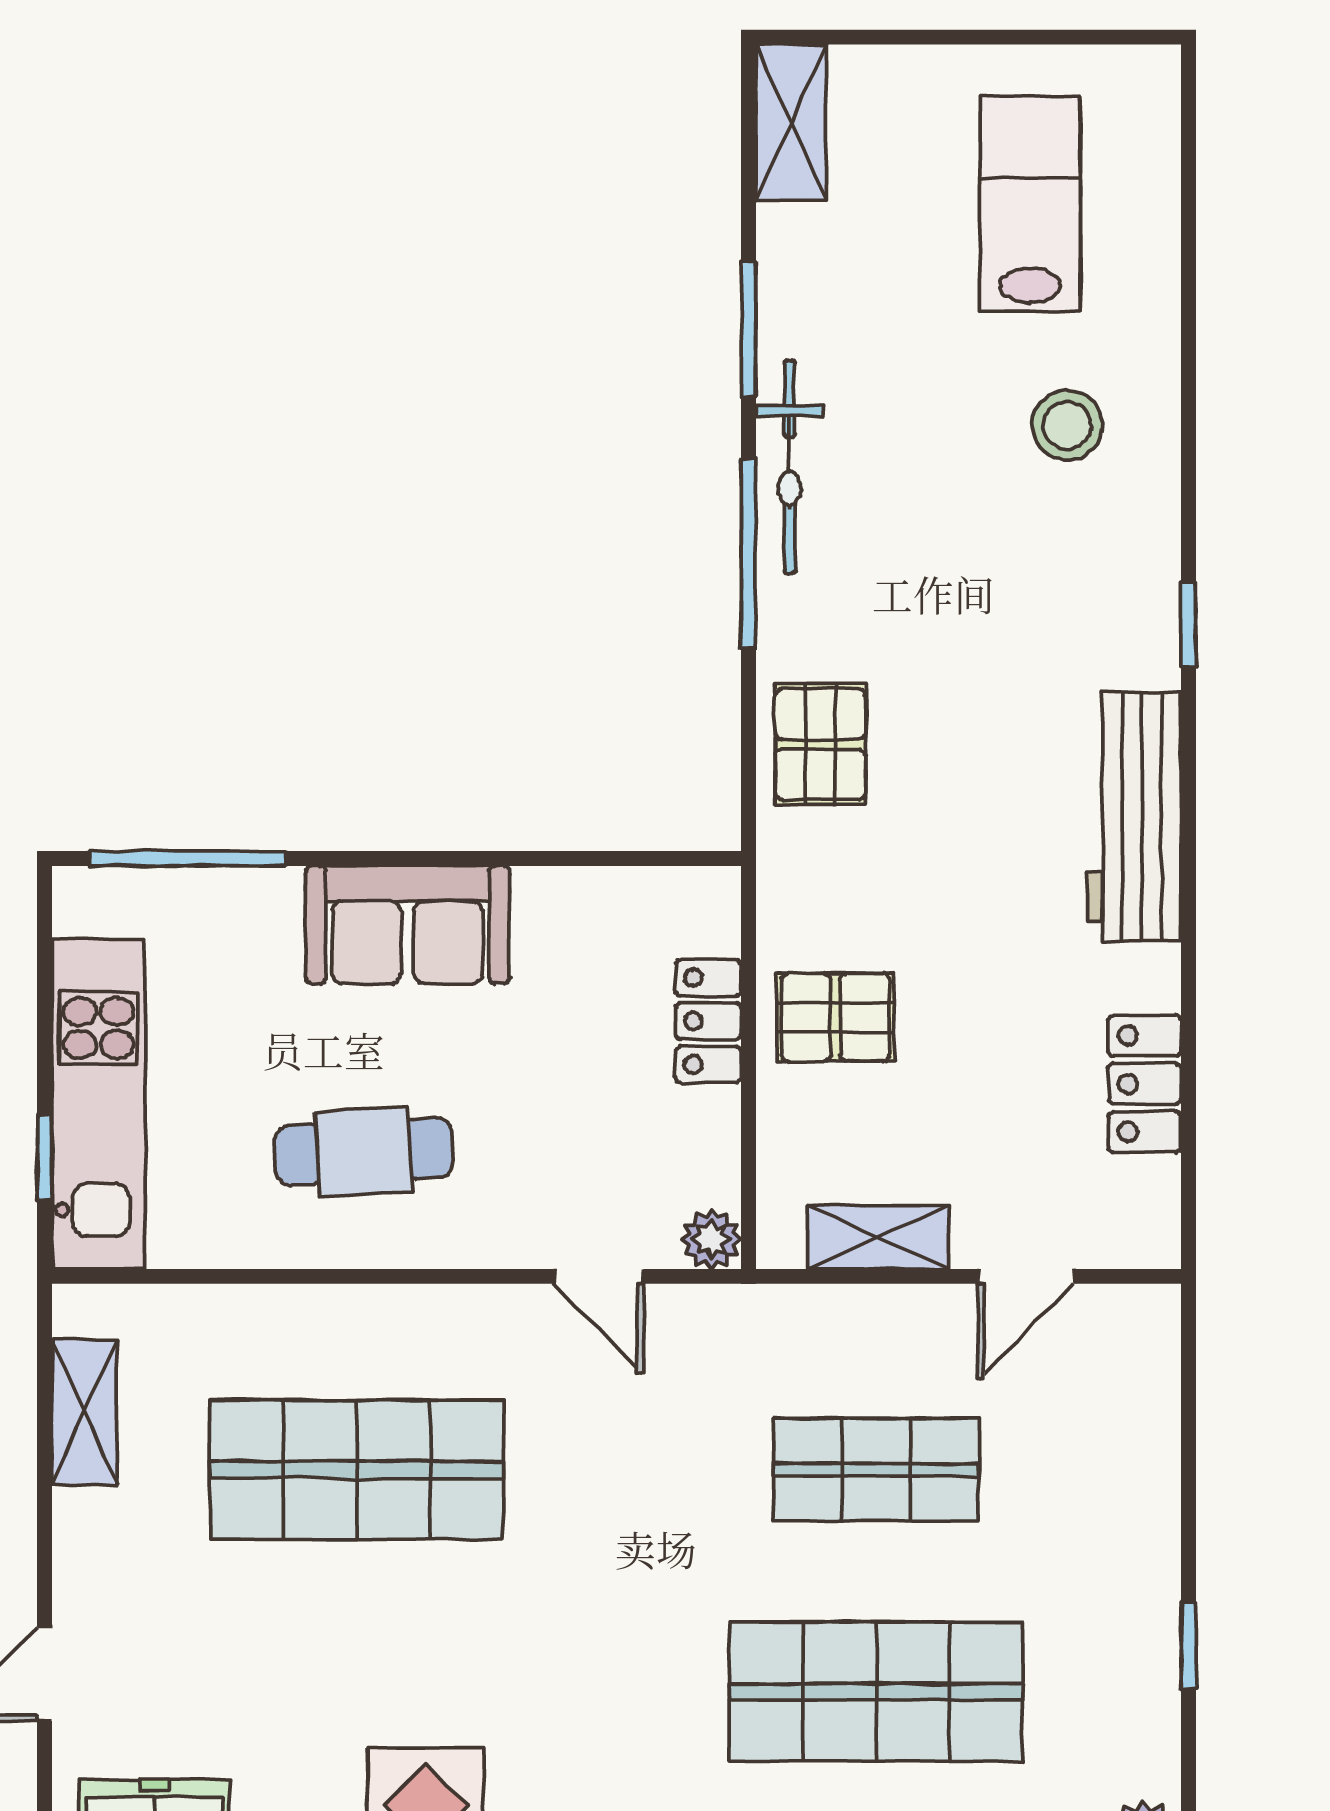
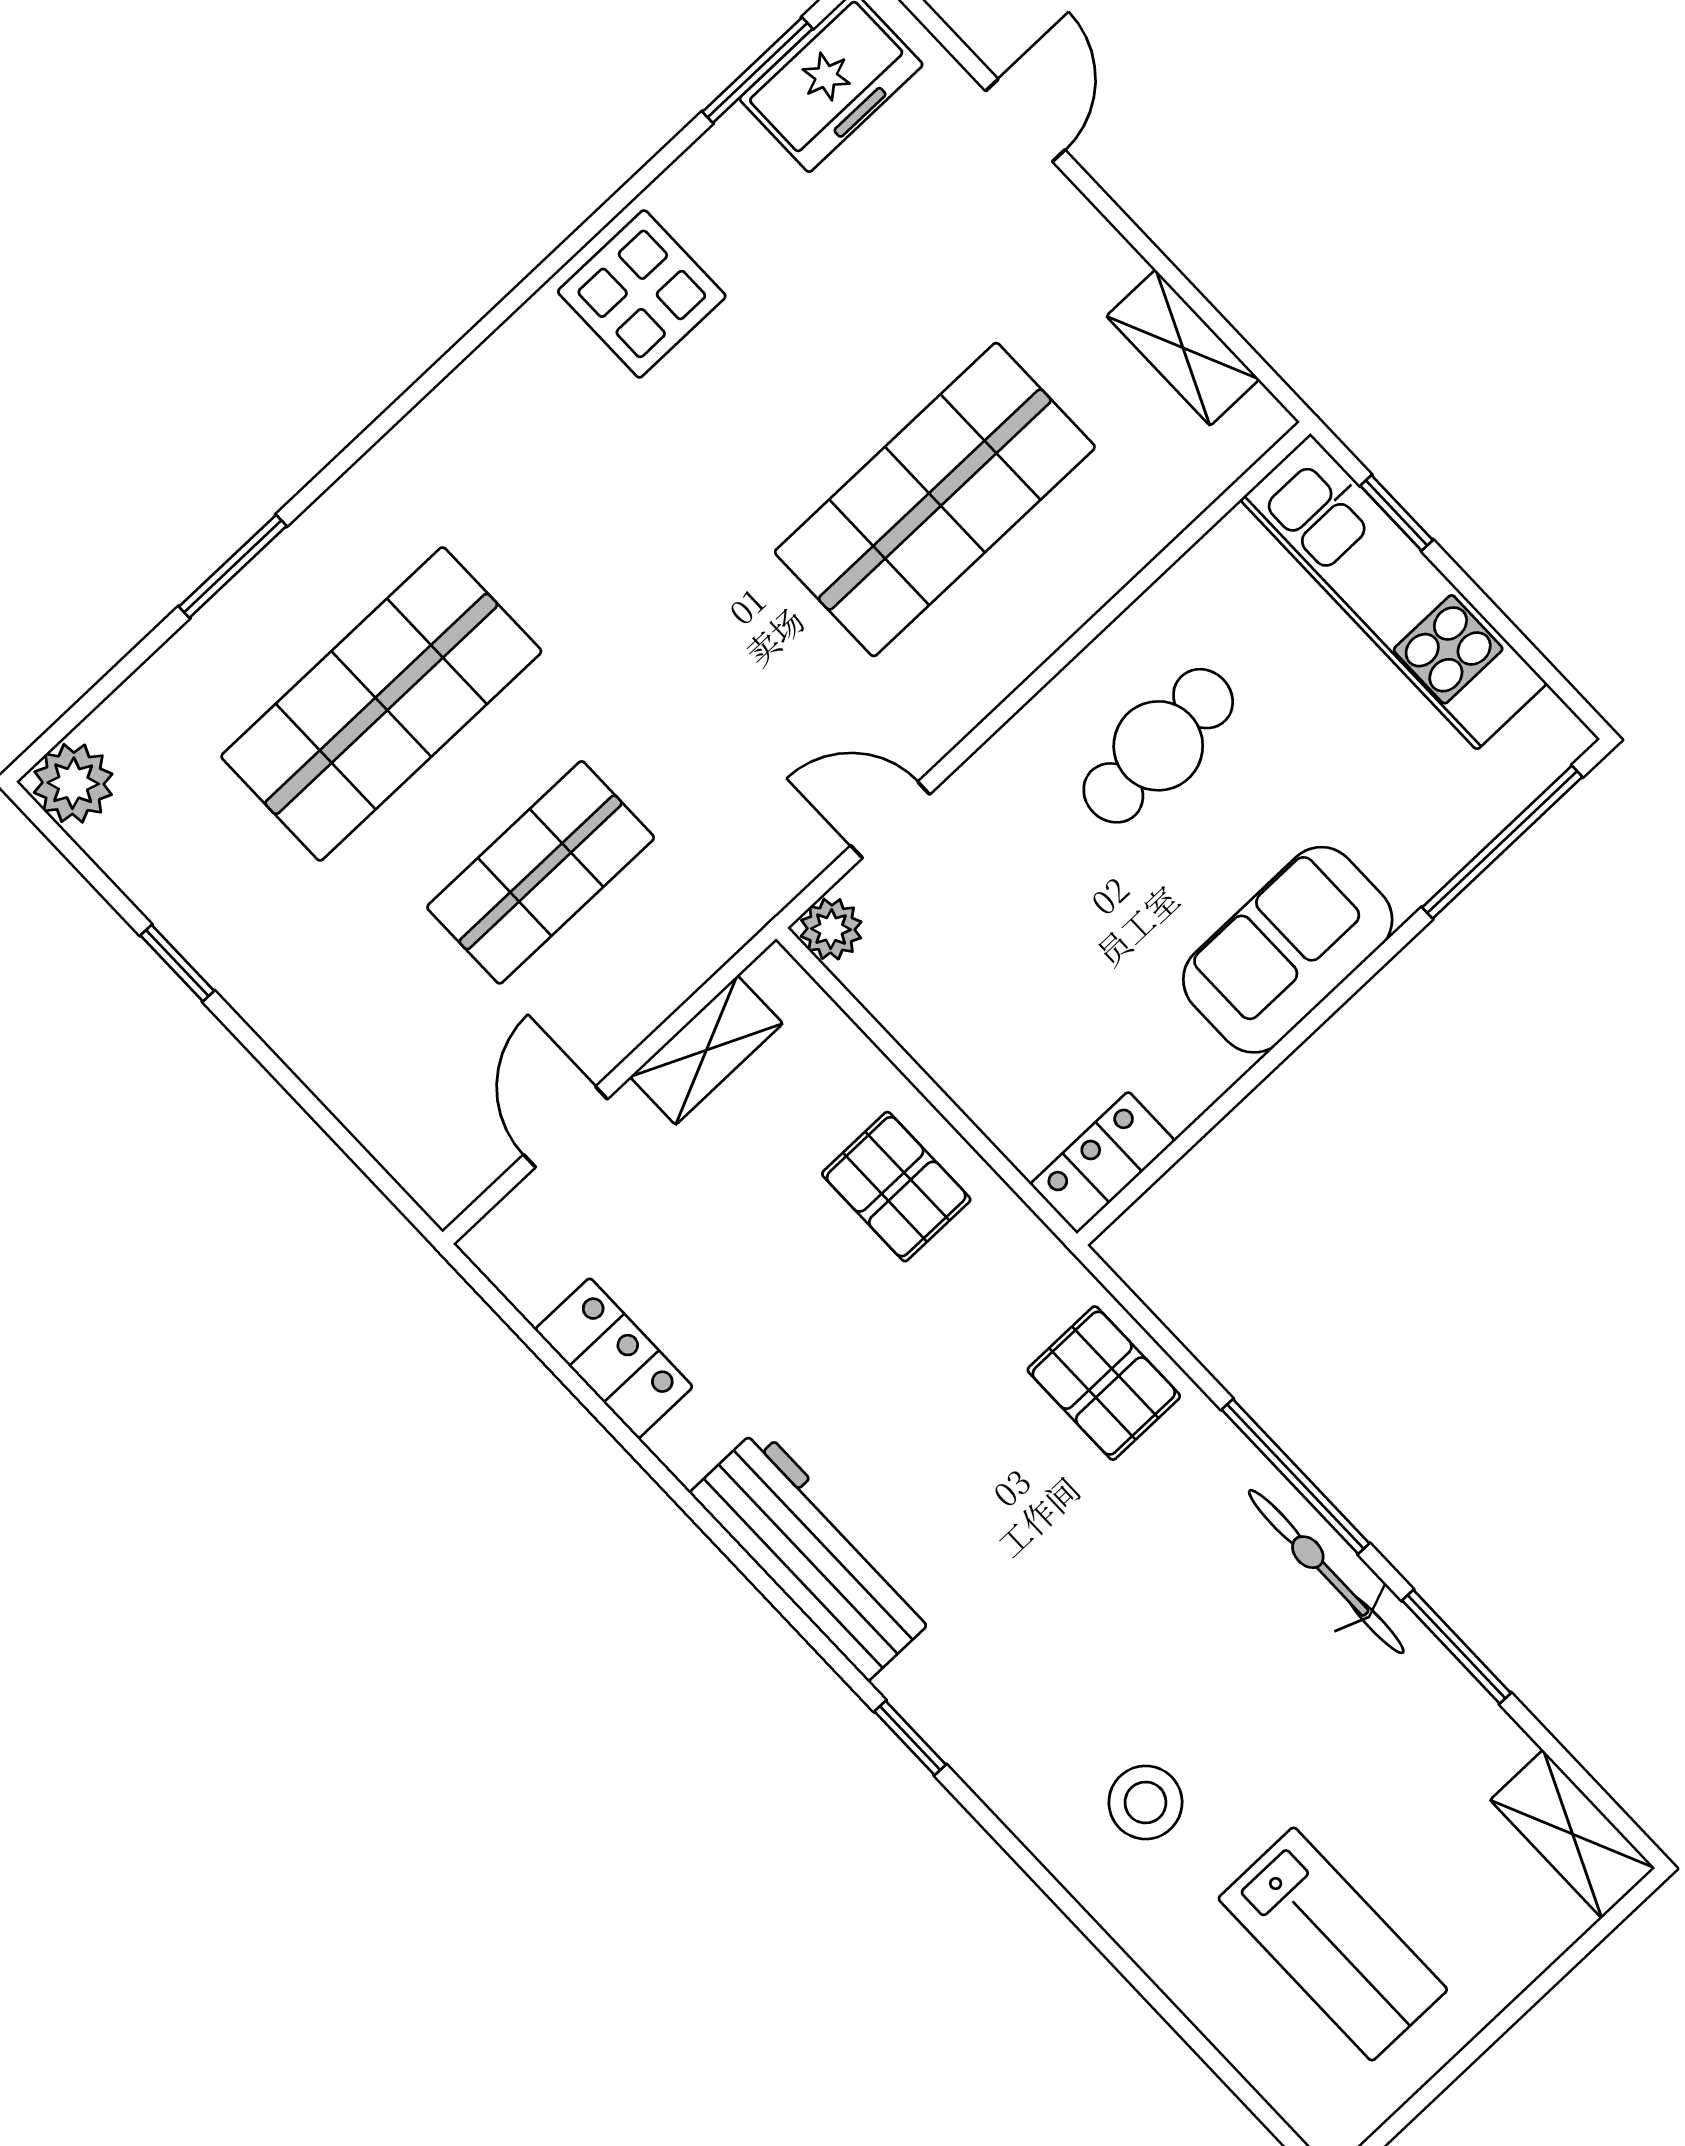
pallet: (836, 1017) -> (896, 1187), turned 90
locker: (708, 1021) -> (1102, 1162), moved, turned -90

